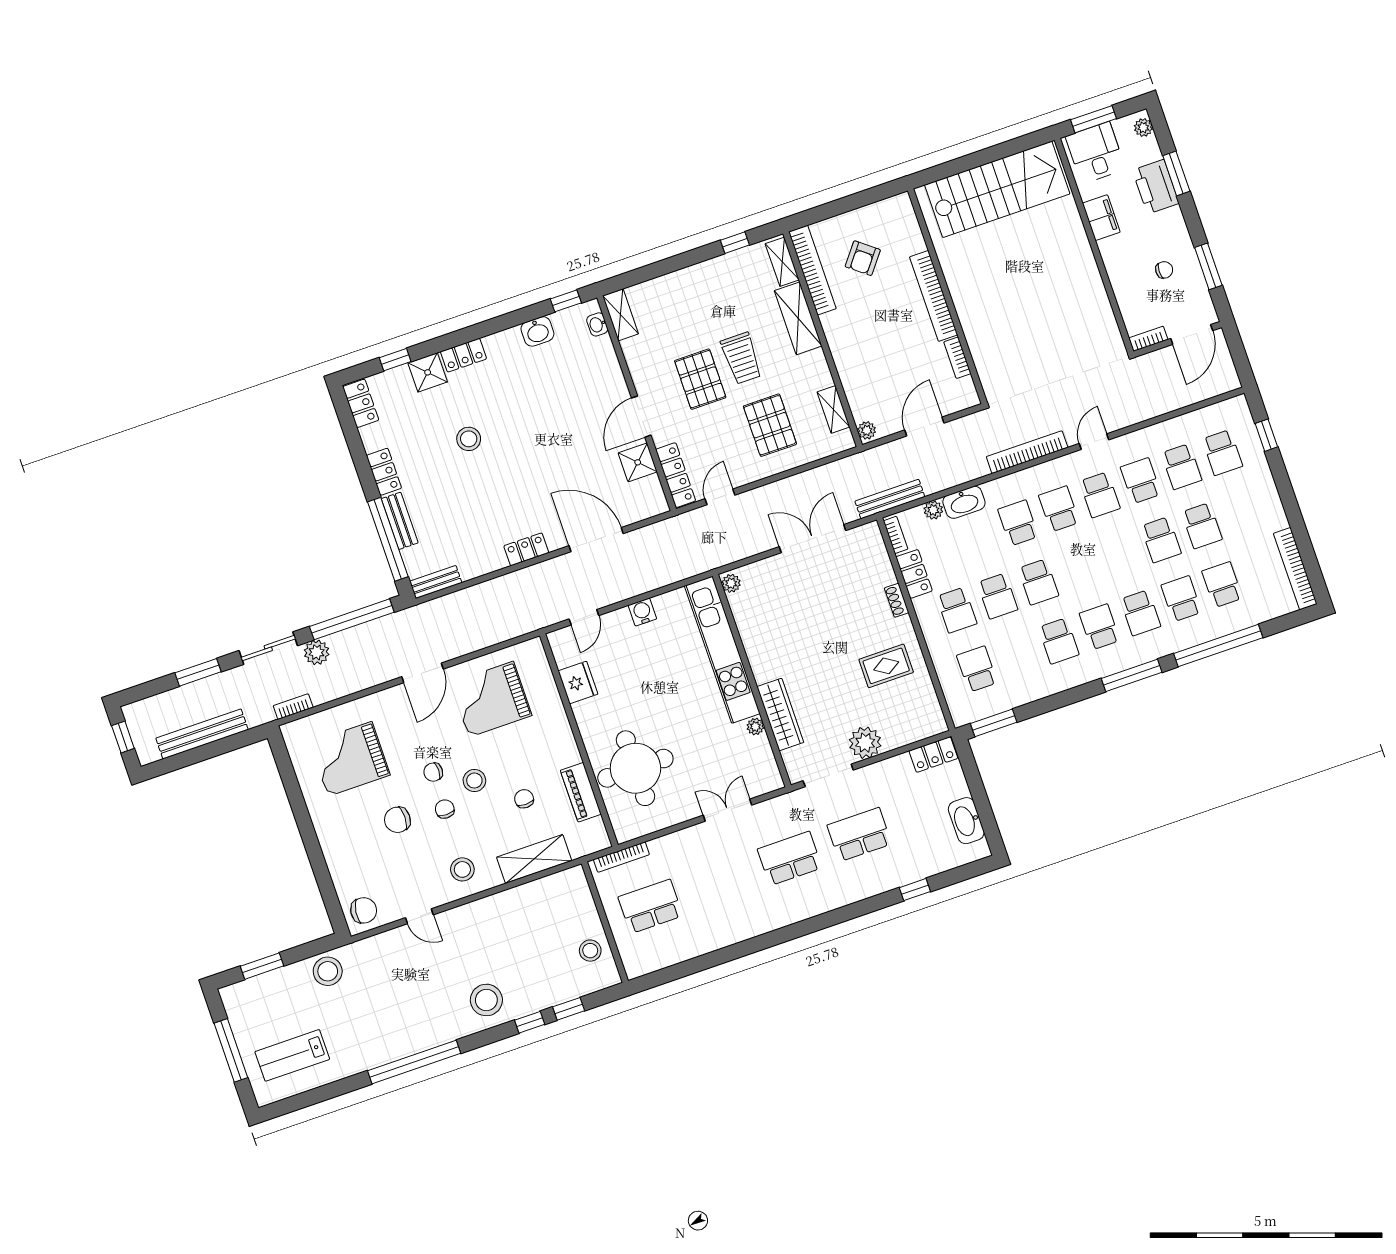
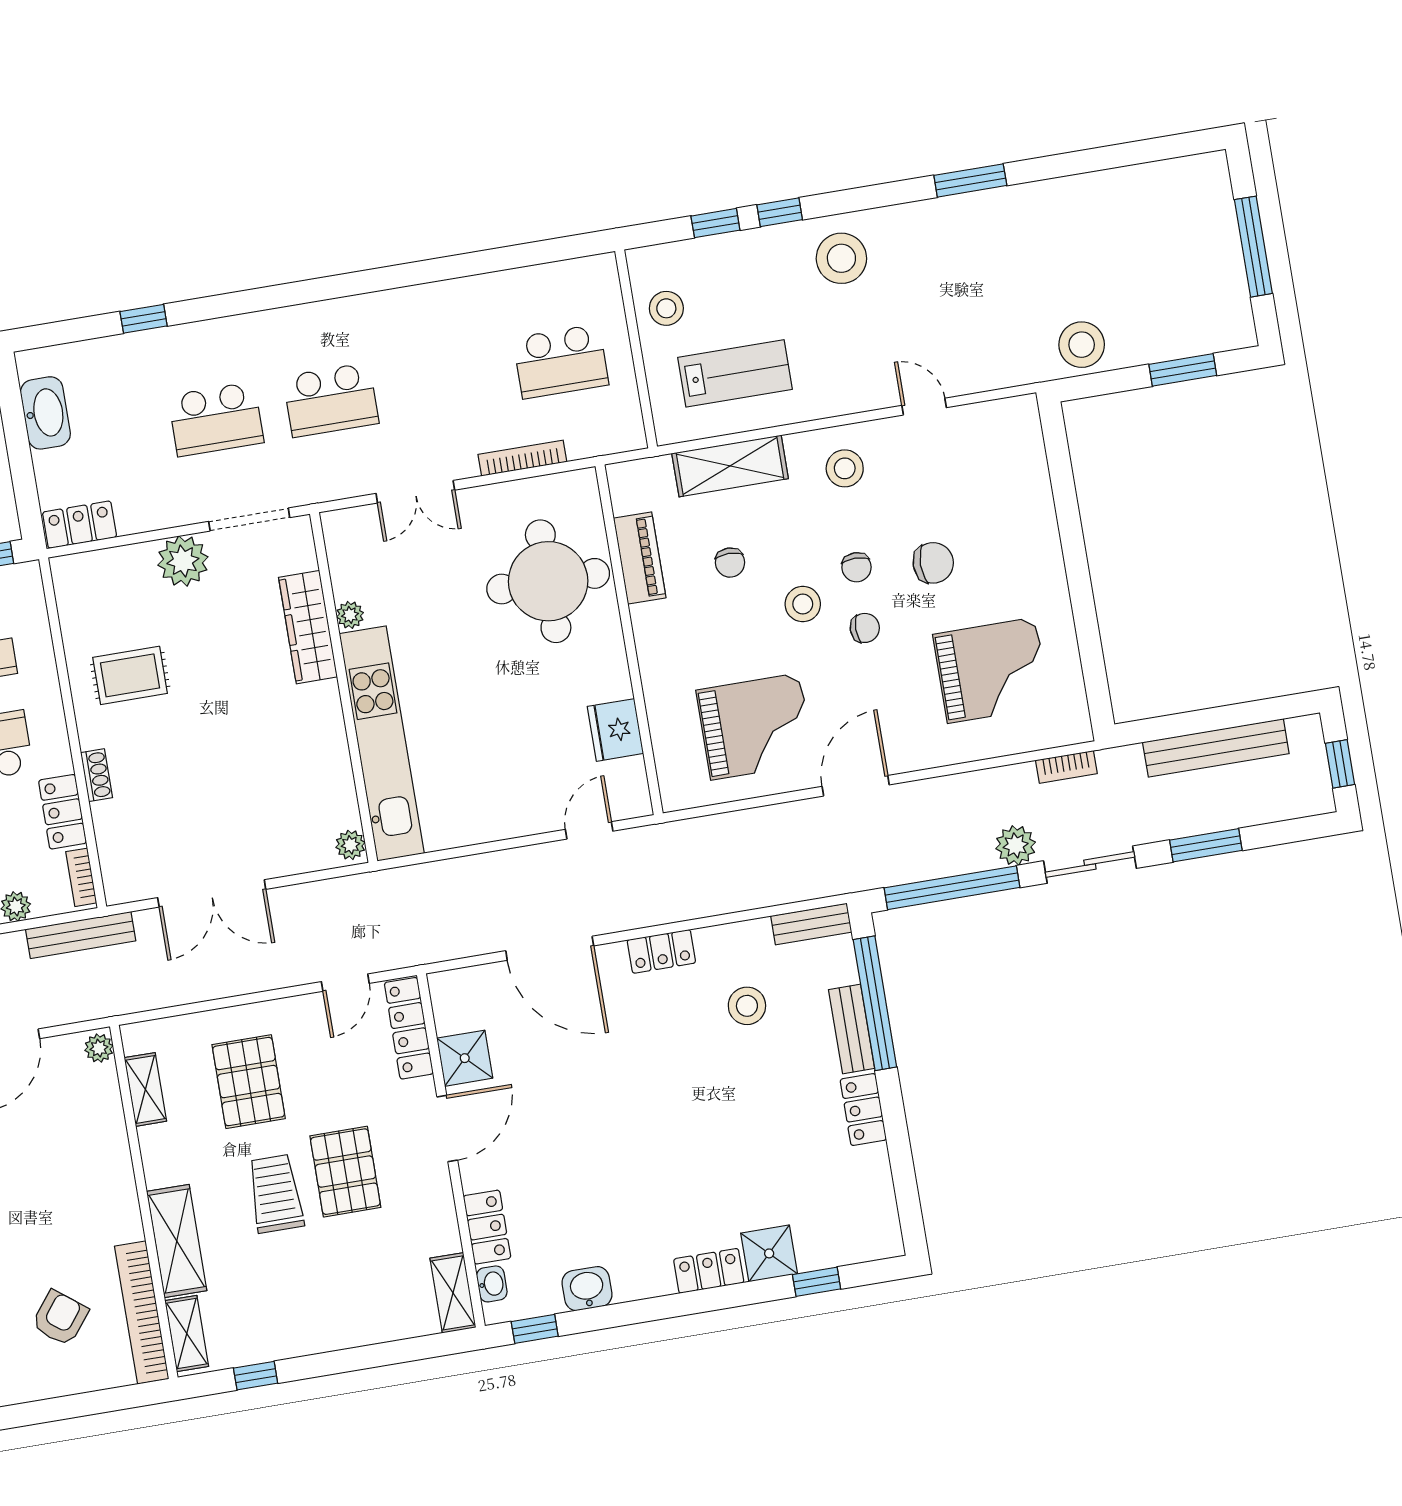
locker: (361, 403) -> (487, 1227), moved, turned 180
stool: (469, 439) -> (747, 1006), moved
water cooler: (642, 612) -> (496, 823), removed
bookcase: (621, 857) -> (522, 458), moved
chair: (364, 910) -> (1010, 430), removed
lab bench: (292, 1055) -> (735, 373), moved
window: (414, 1062) -> (970, 180), width x0.47

